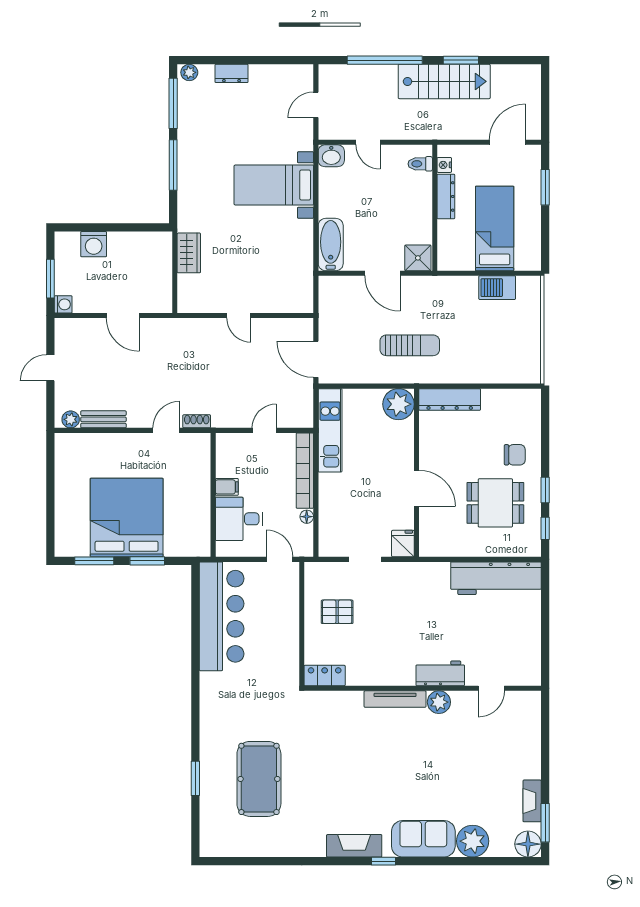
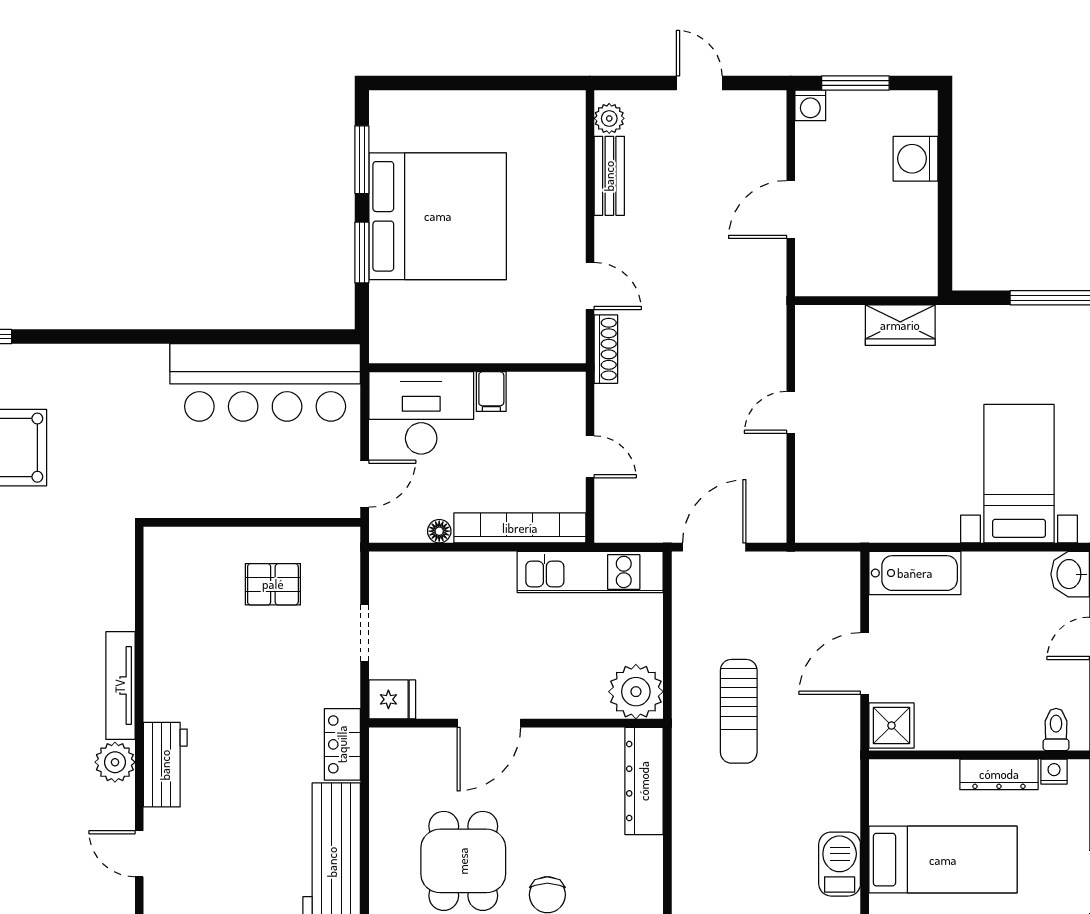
shoe rack: (197, 421) -> (606, 349), width x1.43
desk: (239, 519) -> (421, 413), width x1.37
pallet: (337, 612) -> (273, 584), turned 90
locker: (325, 676) -> (342, 744), moved, turned 180

